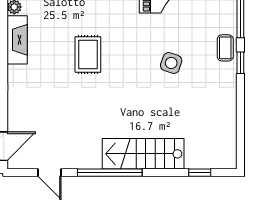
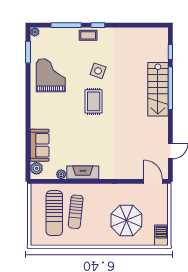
rug: (88, 55) -> (94, 101), moved, turned 90
window: (110, 173) -> (170, 88), moved

